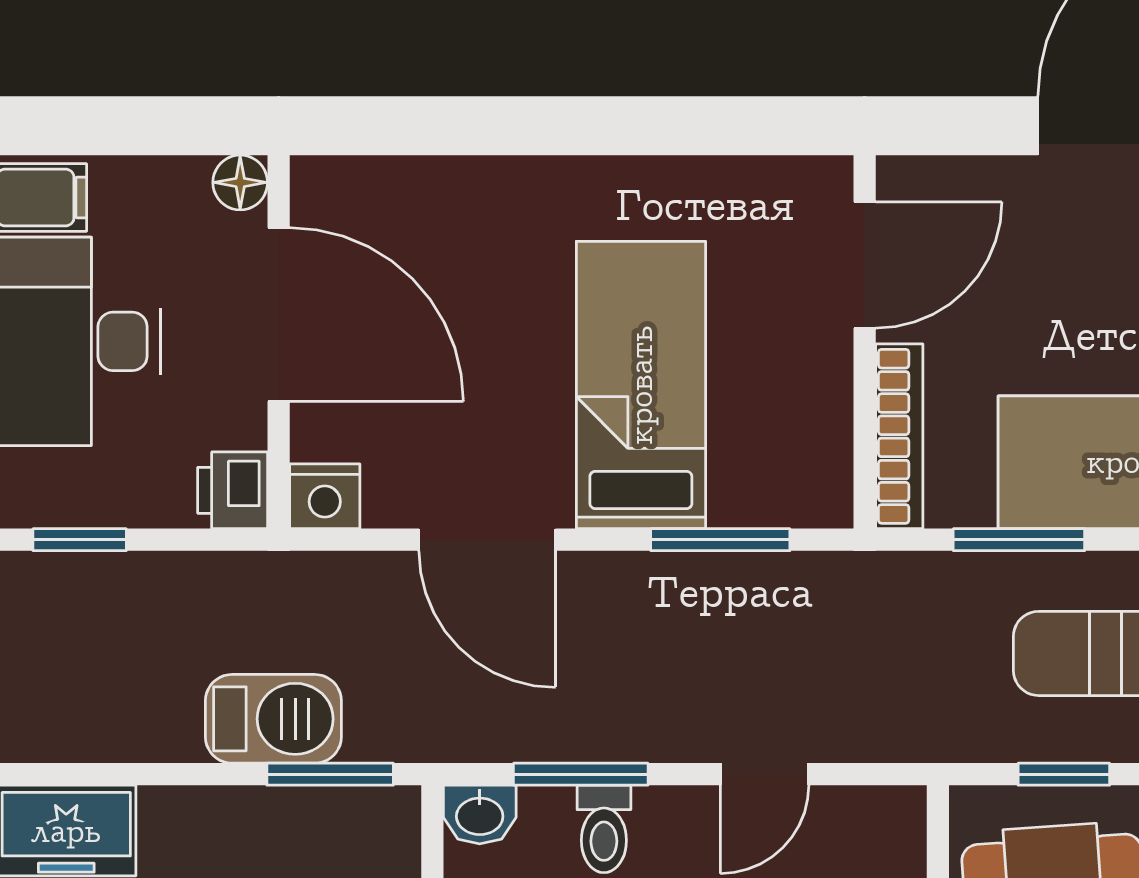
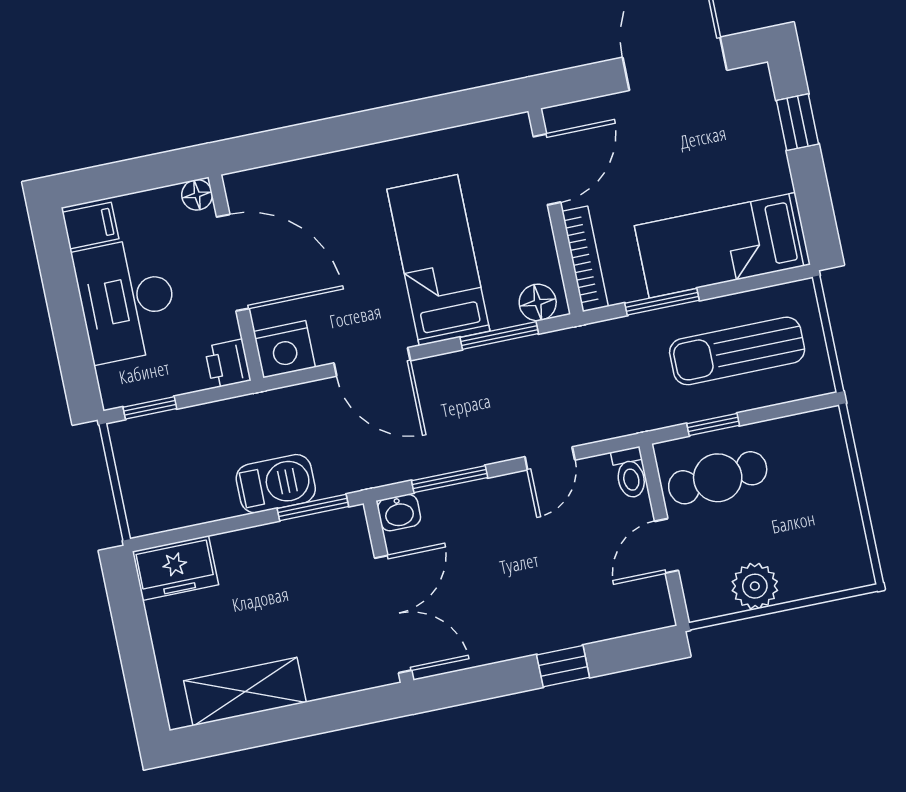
nightstand: (325, 496) -> (284, 349), width x1.36, depth x1.33
floor lamp: (800, 496) -> (538, 303), added
toilet: (604, 829) -> (630, 473), moved

